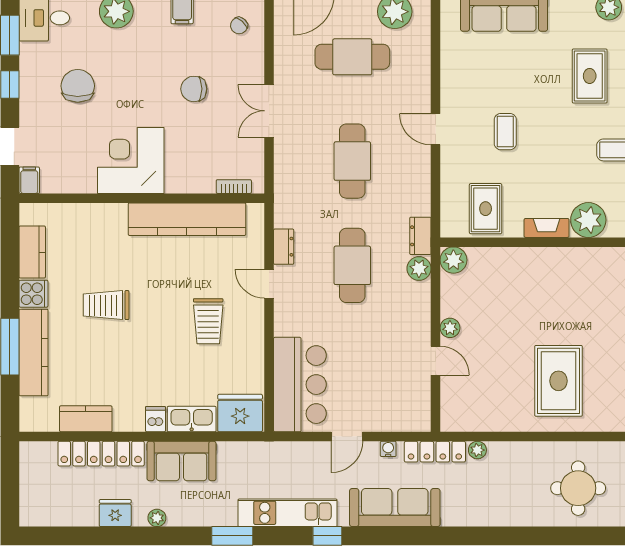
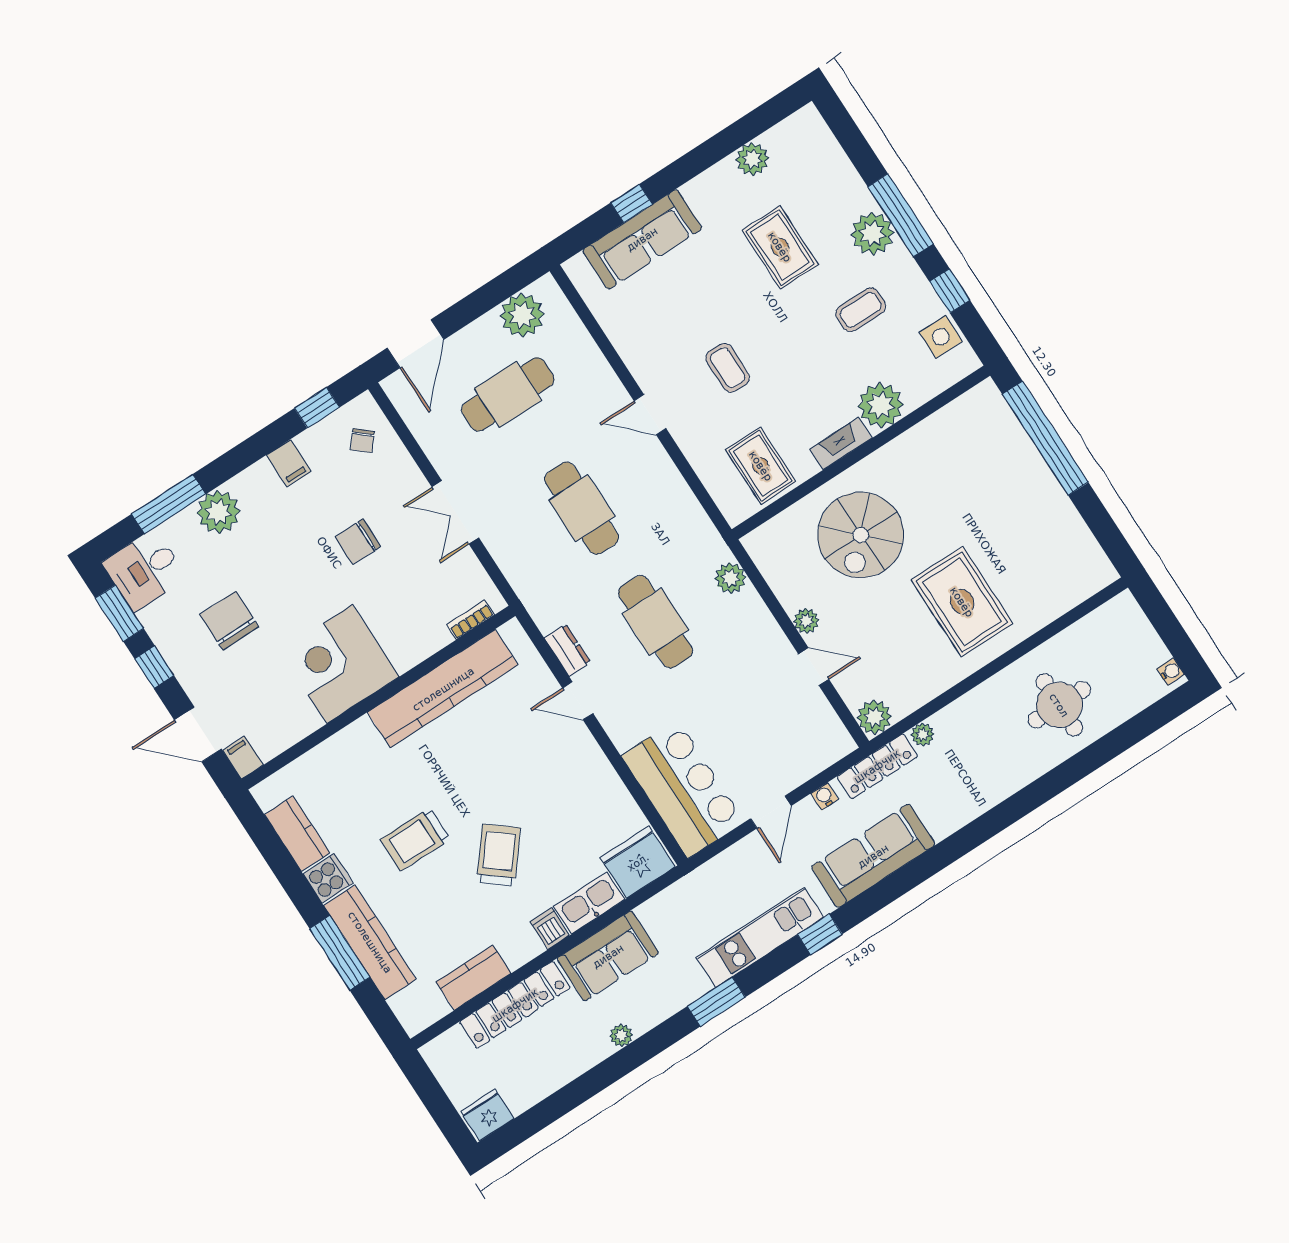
dresser: (420, 236) -> (709, 541), removed
plant: (453, 260) -> (874, 717), moved
spiral stairs: (521, 295) -> (861, 535), added
trolley: (208, 321) -> (498, 855), moved, turned -141
fridge: (115, 513) -> (487, 1115), moved

